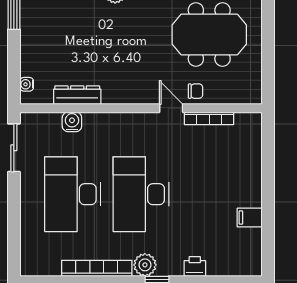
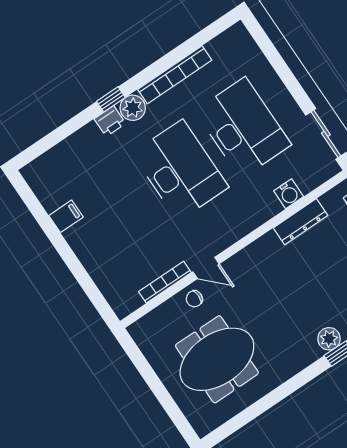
printer: (195, 267) -> (110, 121), moved

